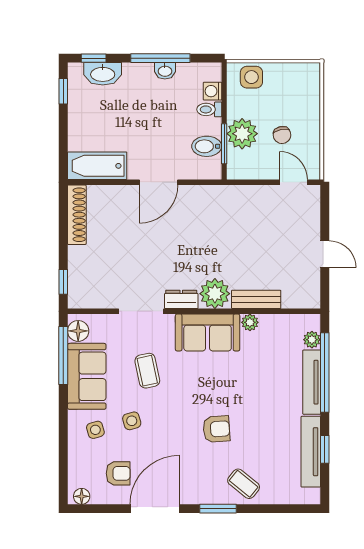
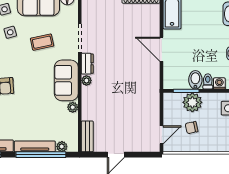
bidet: (207, 146) -> (195, 80), moved
plant: (215, 294) -> (86, 80), width x0.53, depth x0.53
bench: (256, 299) -> (87, 136), moved

